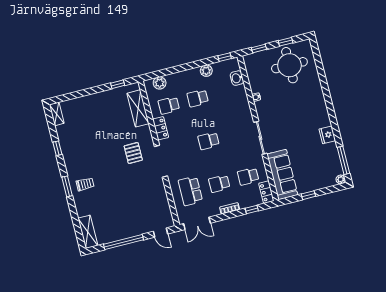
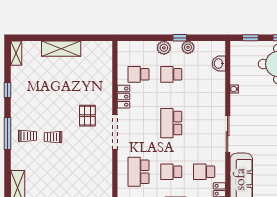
window: (225, 57) -> (180, 38), moved
plant: (160, 83) -> (164, 48), moved
window: (118, 84) -> (89, 38), removed
shelving: (138, 108) -> (61, 49), moved, turned 90
school desk: (208, 141) -> (171, 123), width x1.85
trolley: (108, 179) -> (53, 137), added
window: (67, 186) -> (8, 133), width x1.44

